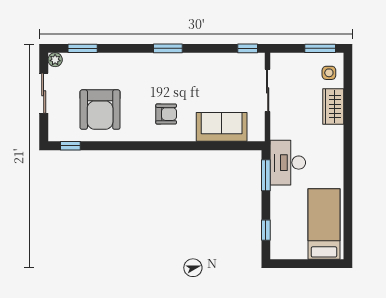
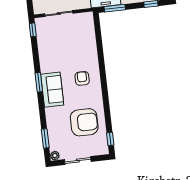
sofa: (222, 127) -> (52, 90), moved, turned 180

